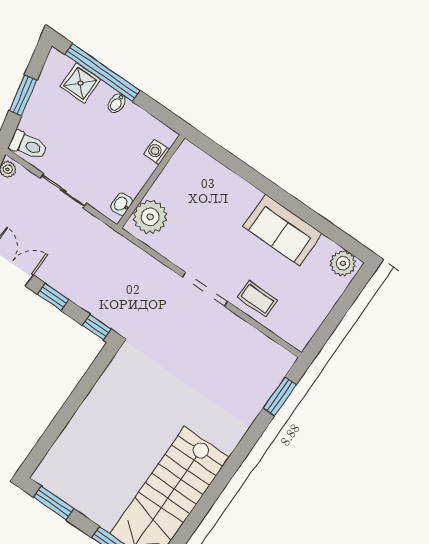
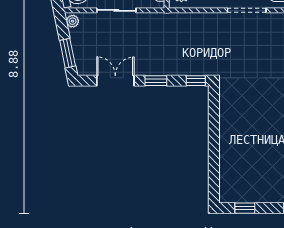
window: (54, 503) -> (245, 208), width x0.67

